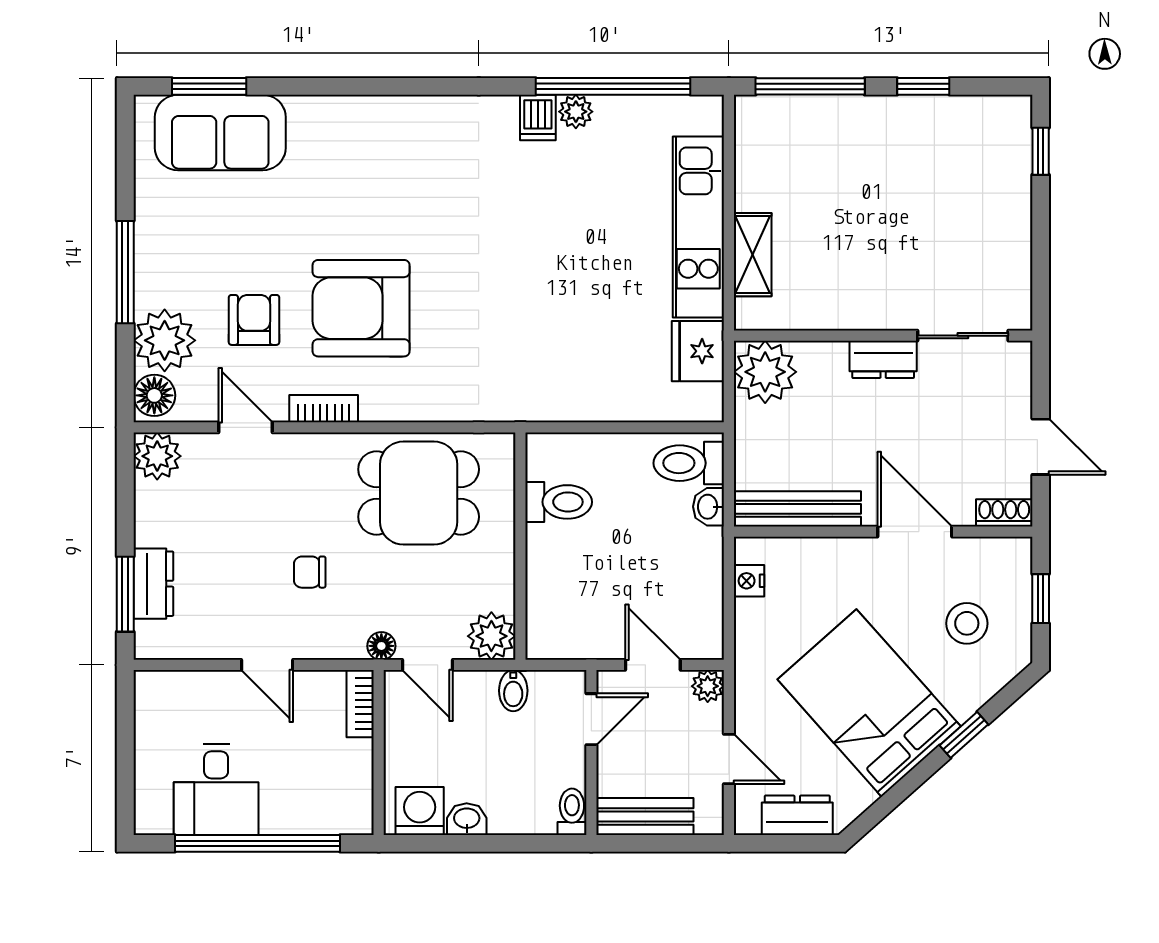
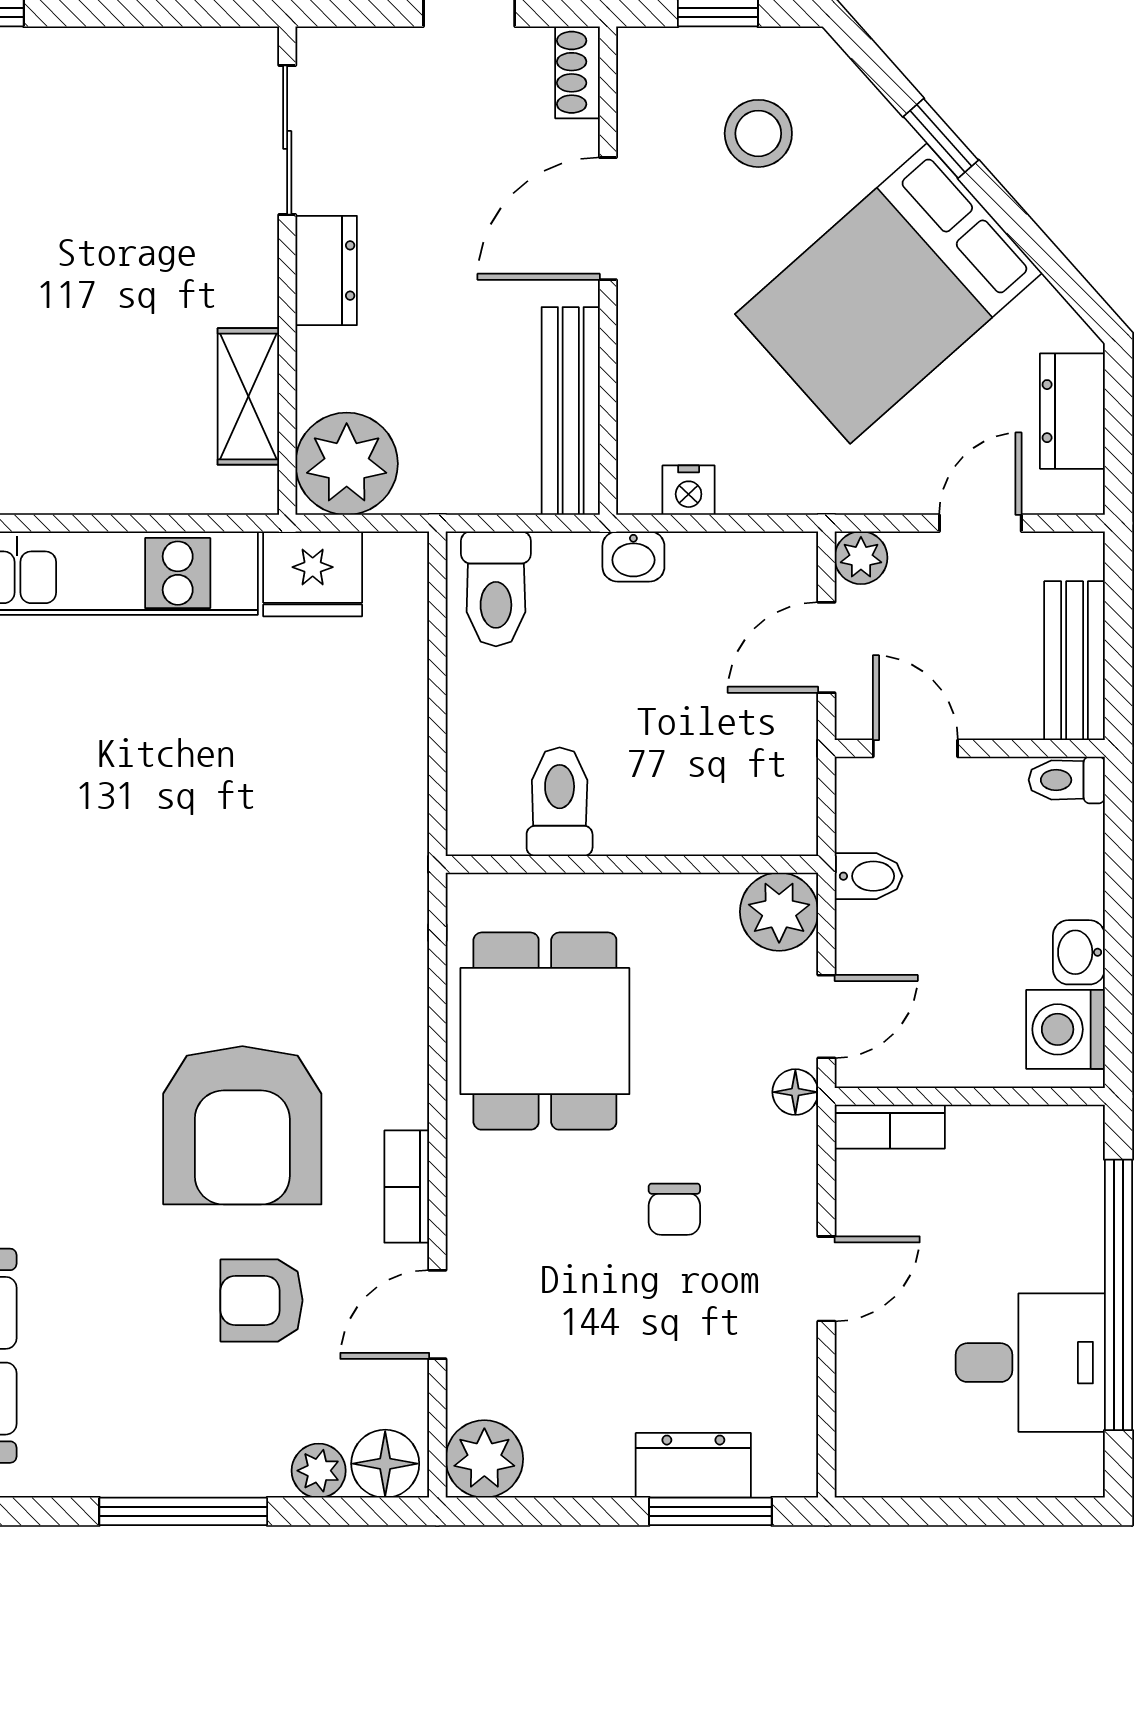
shelving: (753, 255) -> (248, 396), moved, turned 90
plant: (165, 340) -> (319, 1471), width x0.53, depth x0.53
washbasin: (708, 507) -> (633, 556), moved

